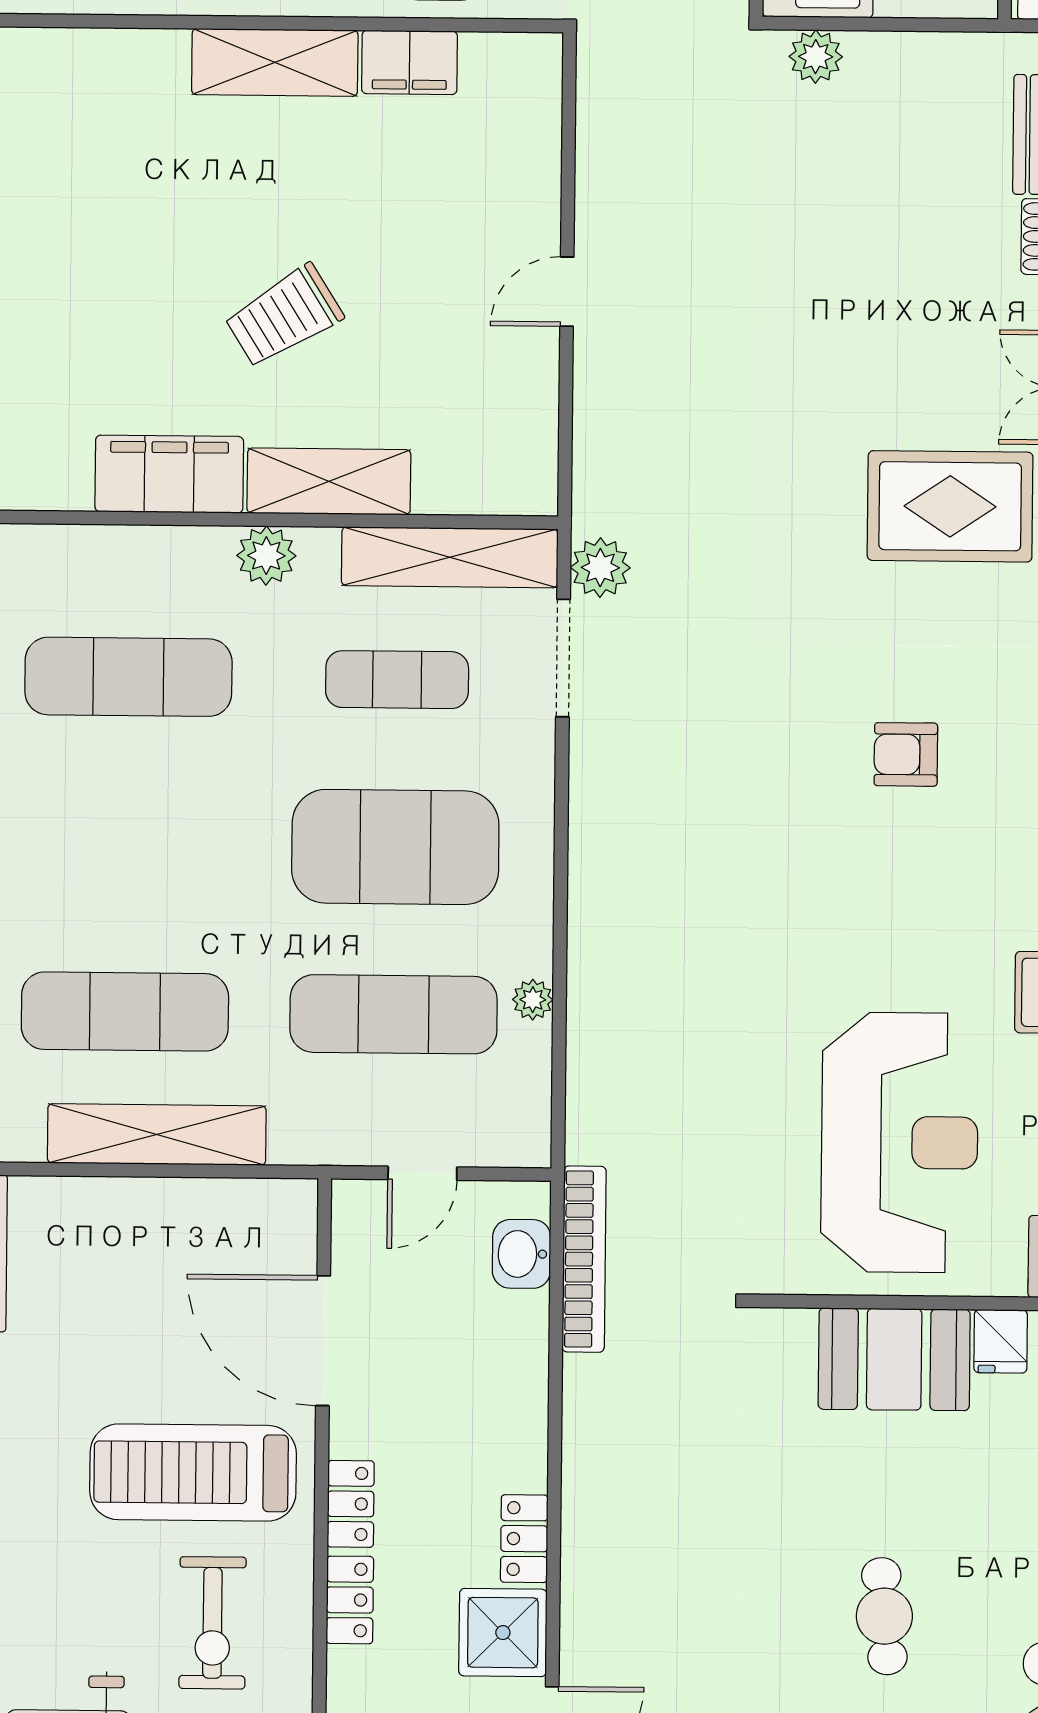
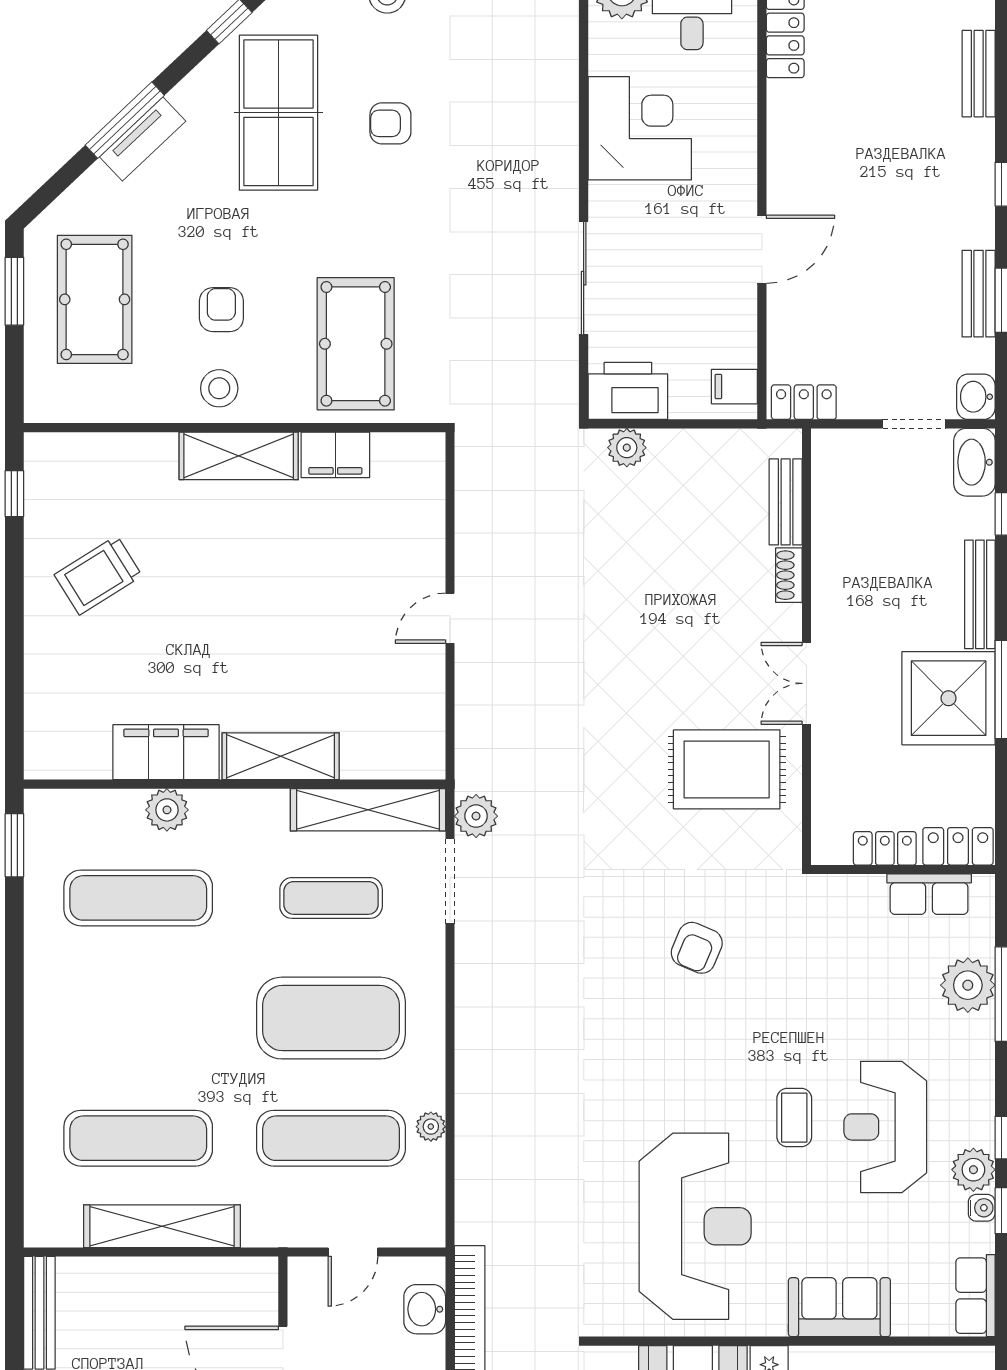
trolley: (284, 316) -> (98, 575), moved
plant: (266, 556) -> (167, 810), moved
armchair: (906, 754) -> (697, 948), turned -67

